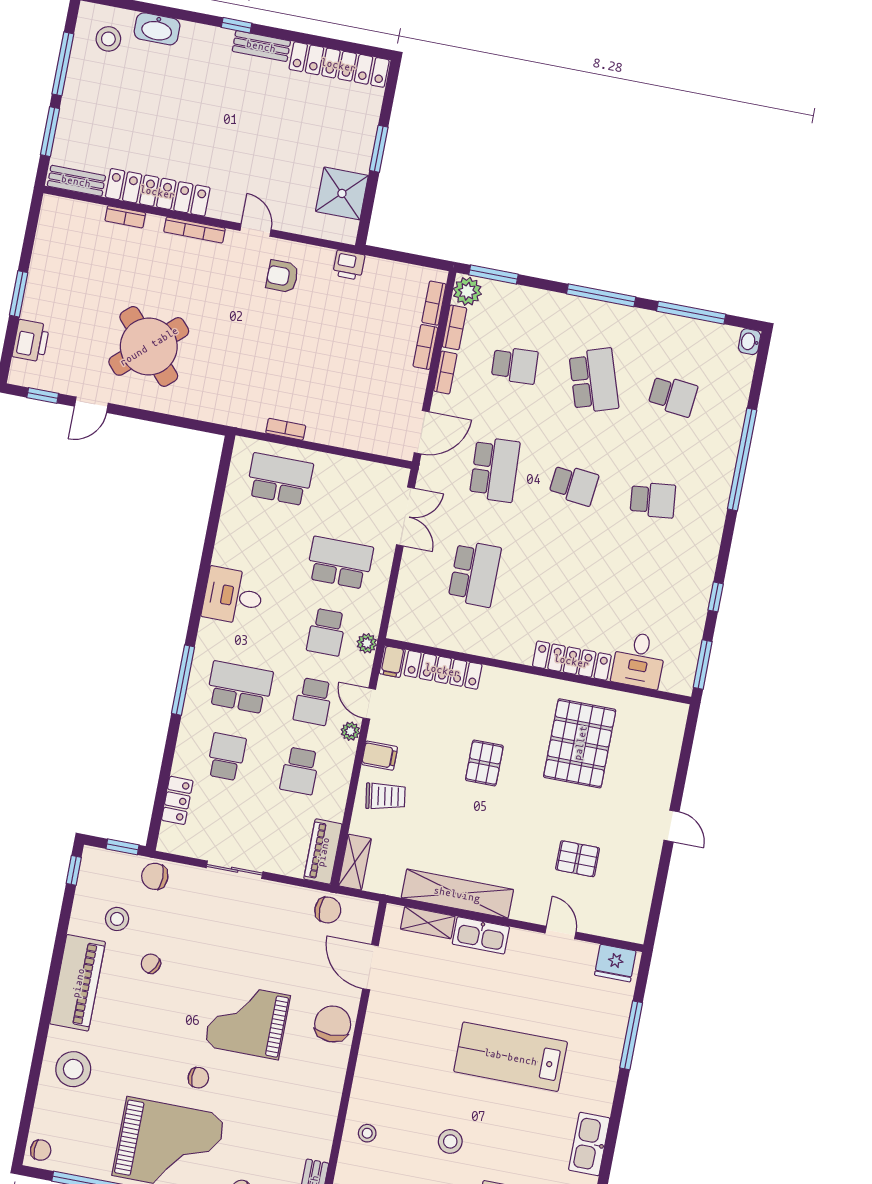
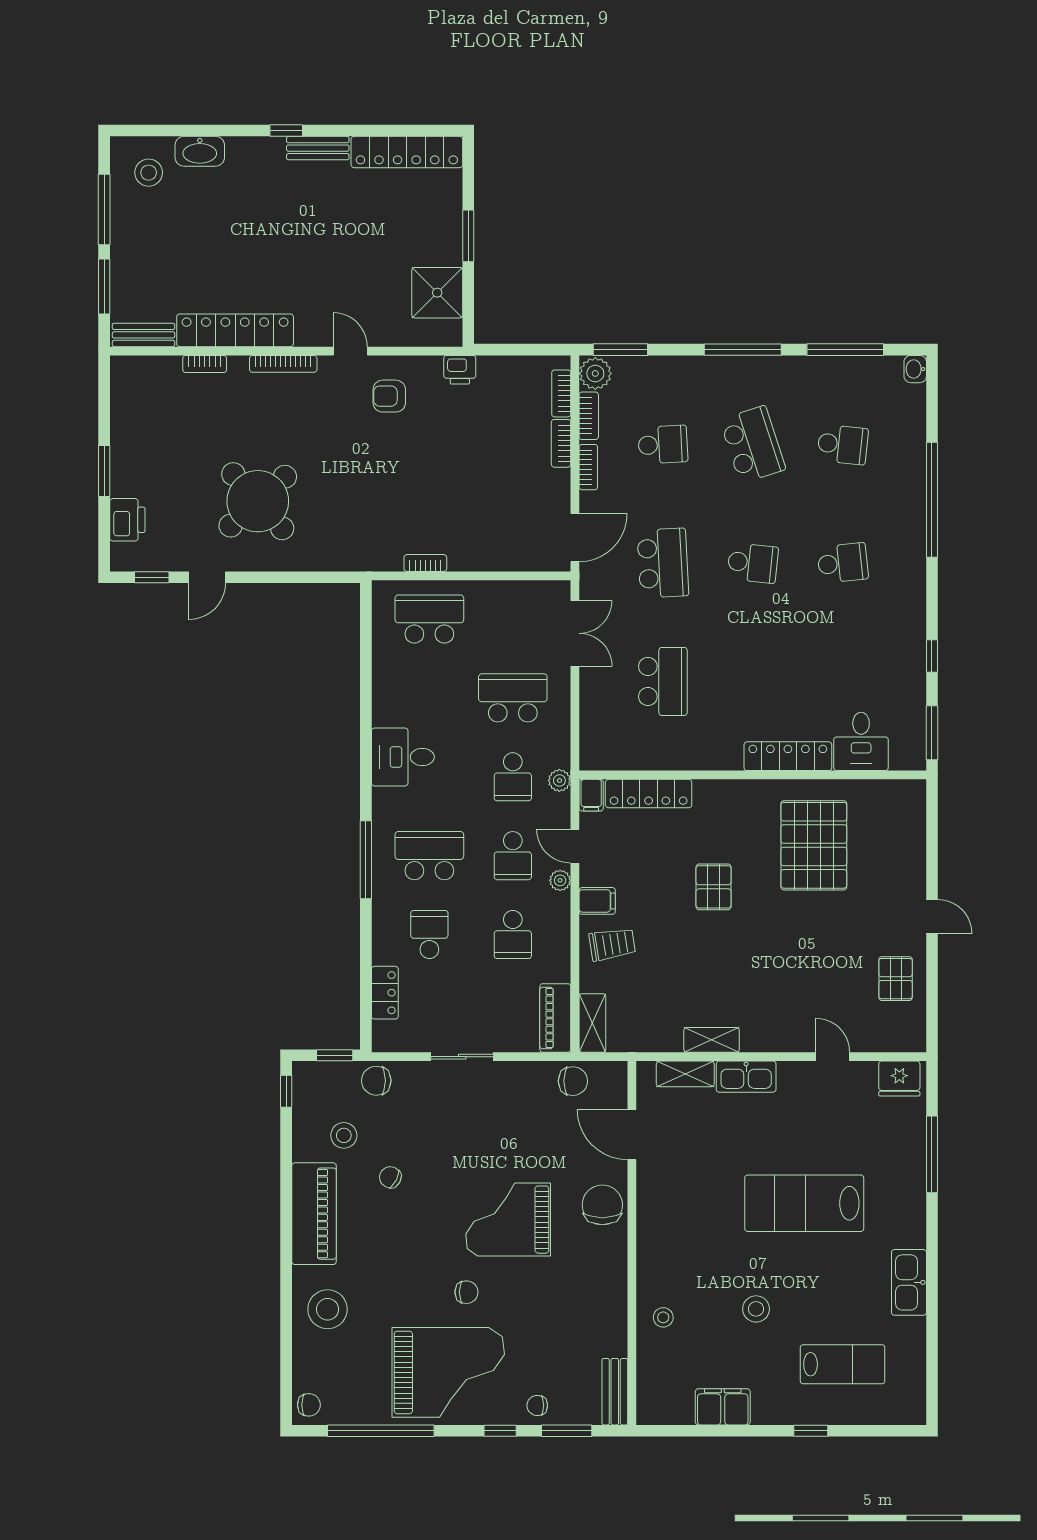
pallet: (578, 859) -> (896, 979), moved, turned 90
shelving: (457, 894) -> (712, 1040), width x0.45, depth x0.75

